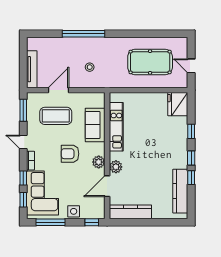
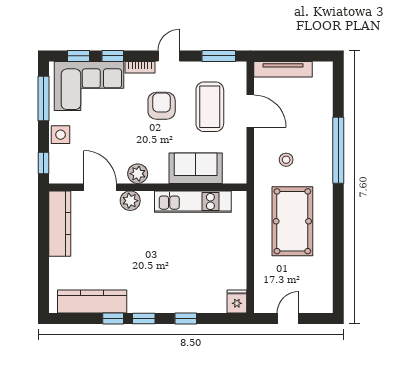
pool table: (150, 62) -> (292, 221), moved
fridge: (178, 104) -> (237, 301), width x0.53, depth x0.75
armchair: (70, 154) -> (162, 106), moved

